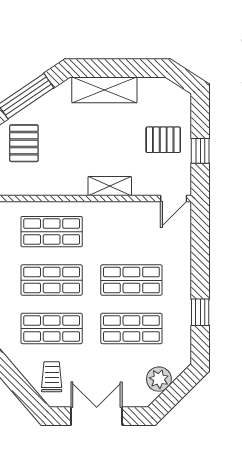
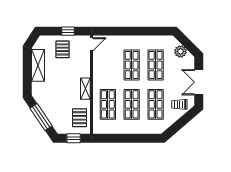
shelving: (104, 90) -> (38, 65), moved
pallet: (24, 143) -> (80, 118), moved, turned 90
shelving: (110, 186) -> (85, 89), moved
door: (174, 198) -> (91, 44), hinge flipped
window: (200, 312) -> (148, 31), removed

